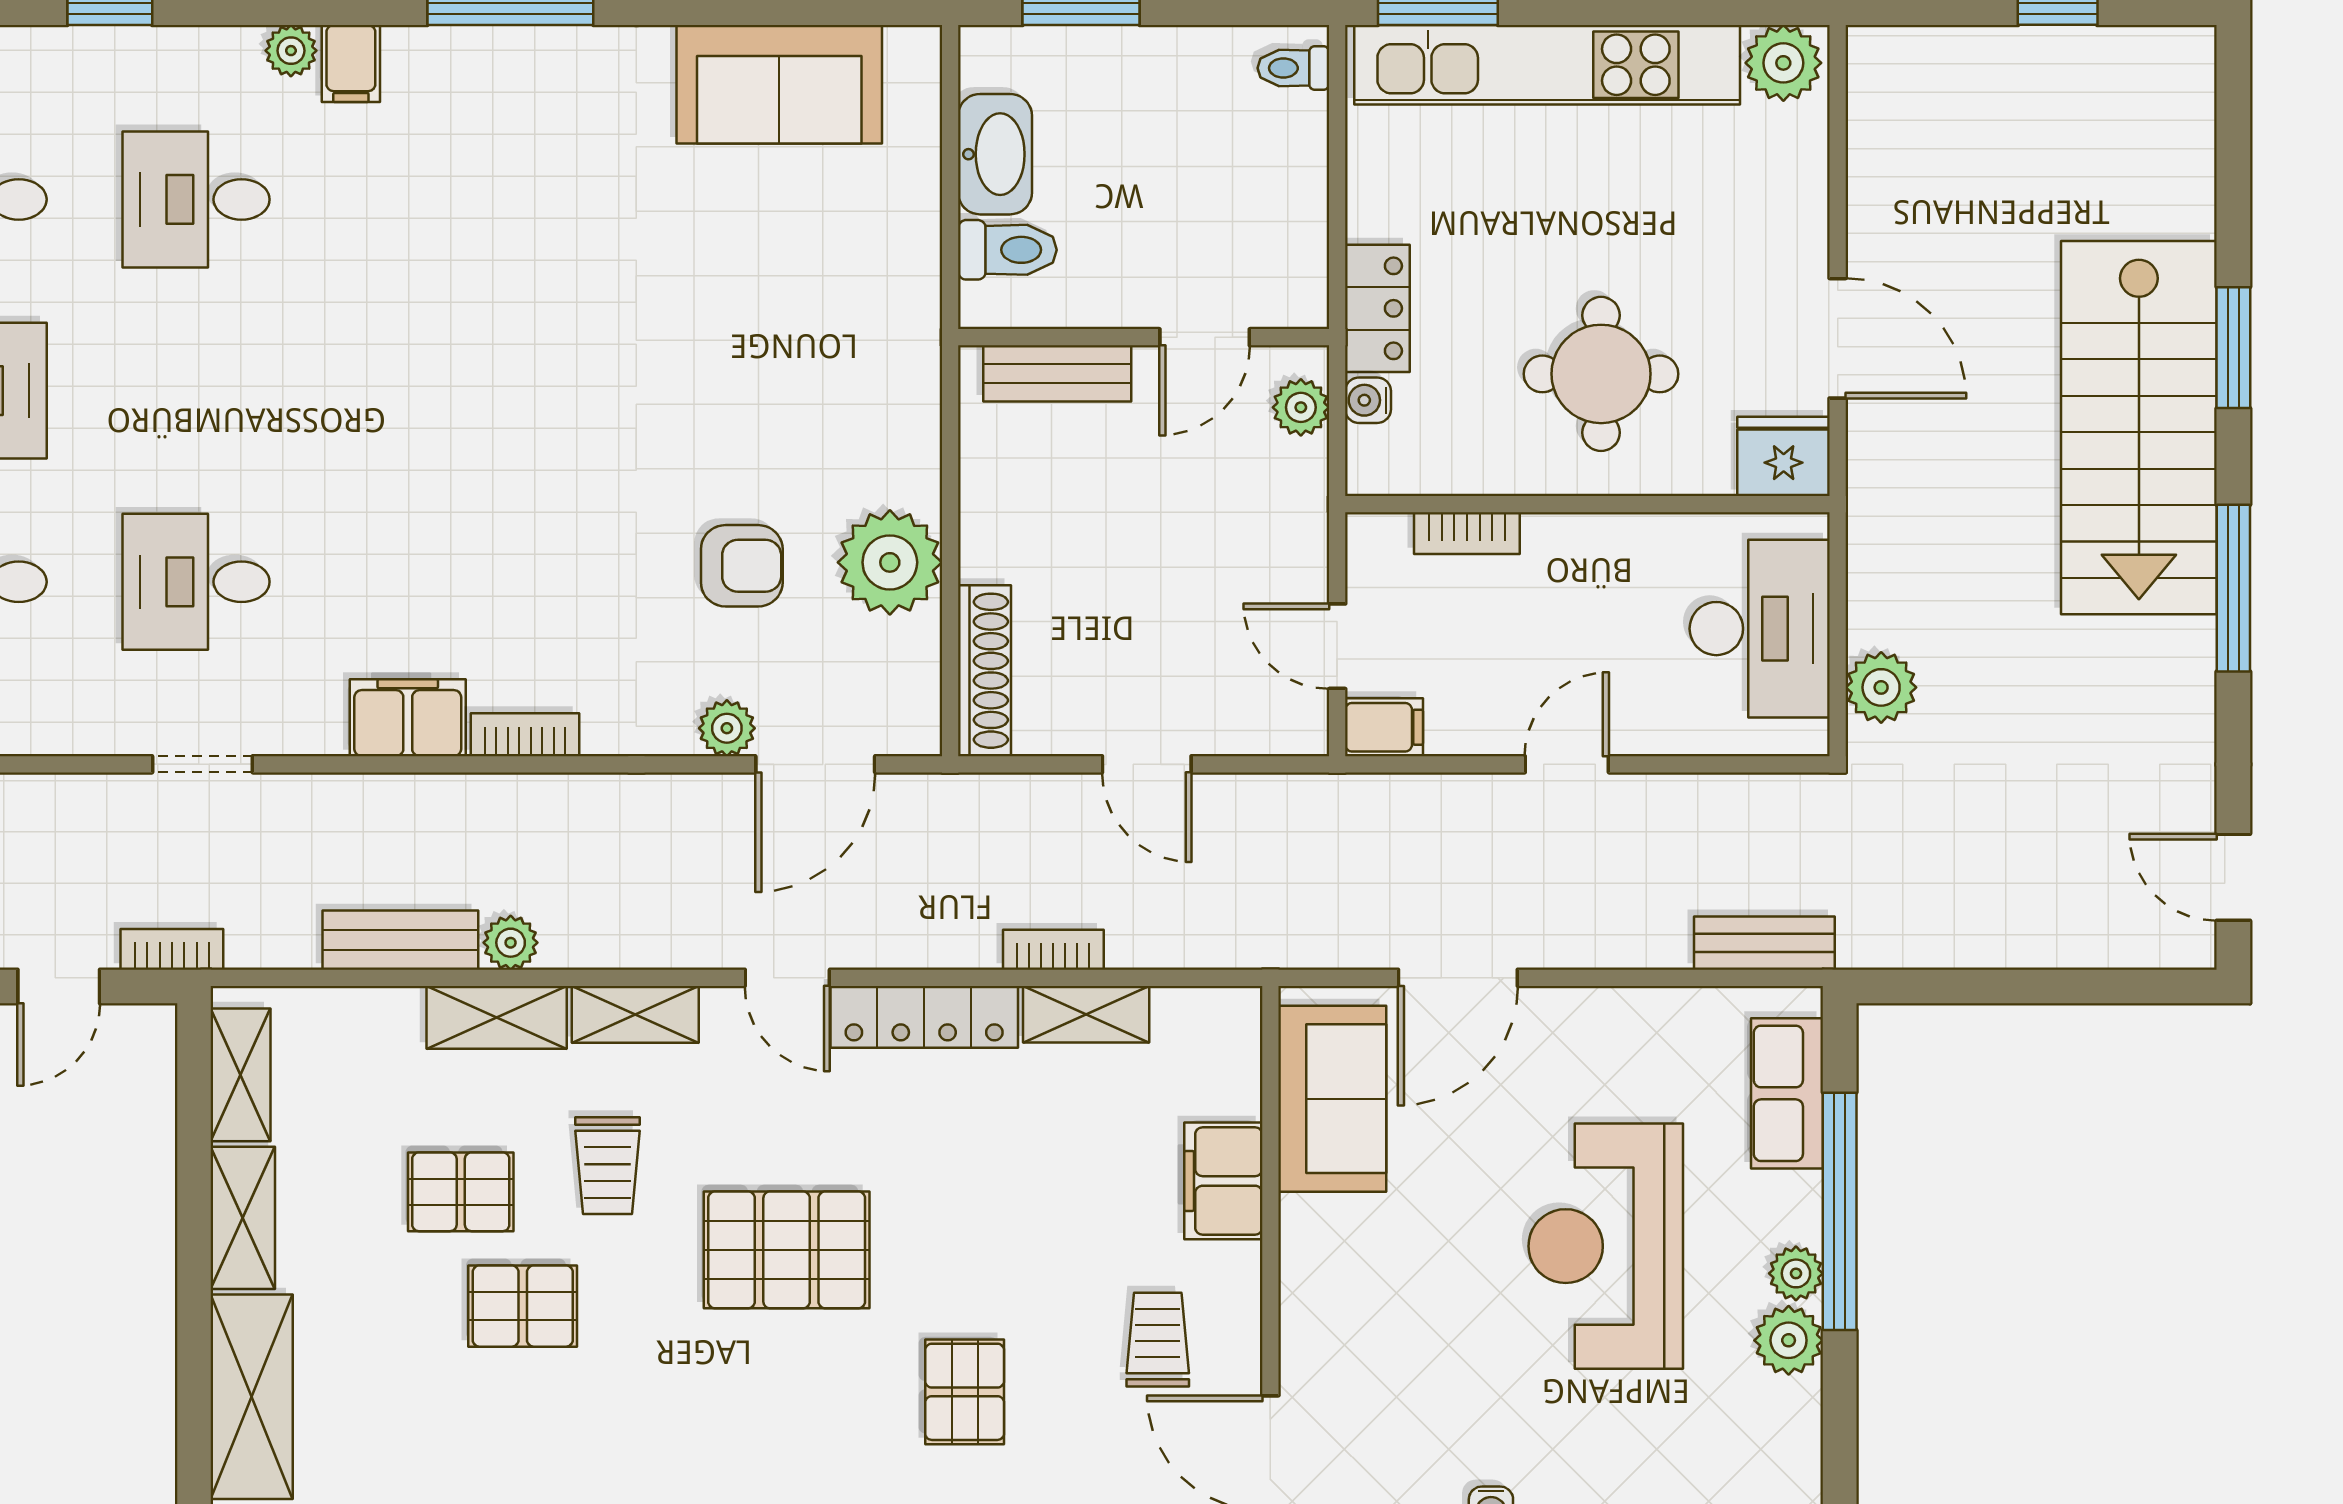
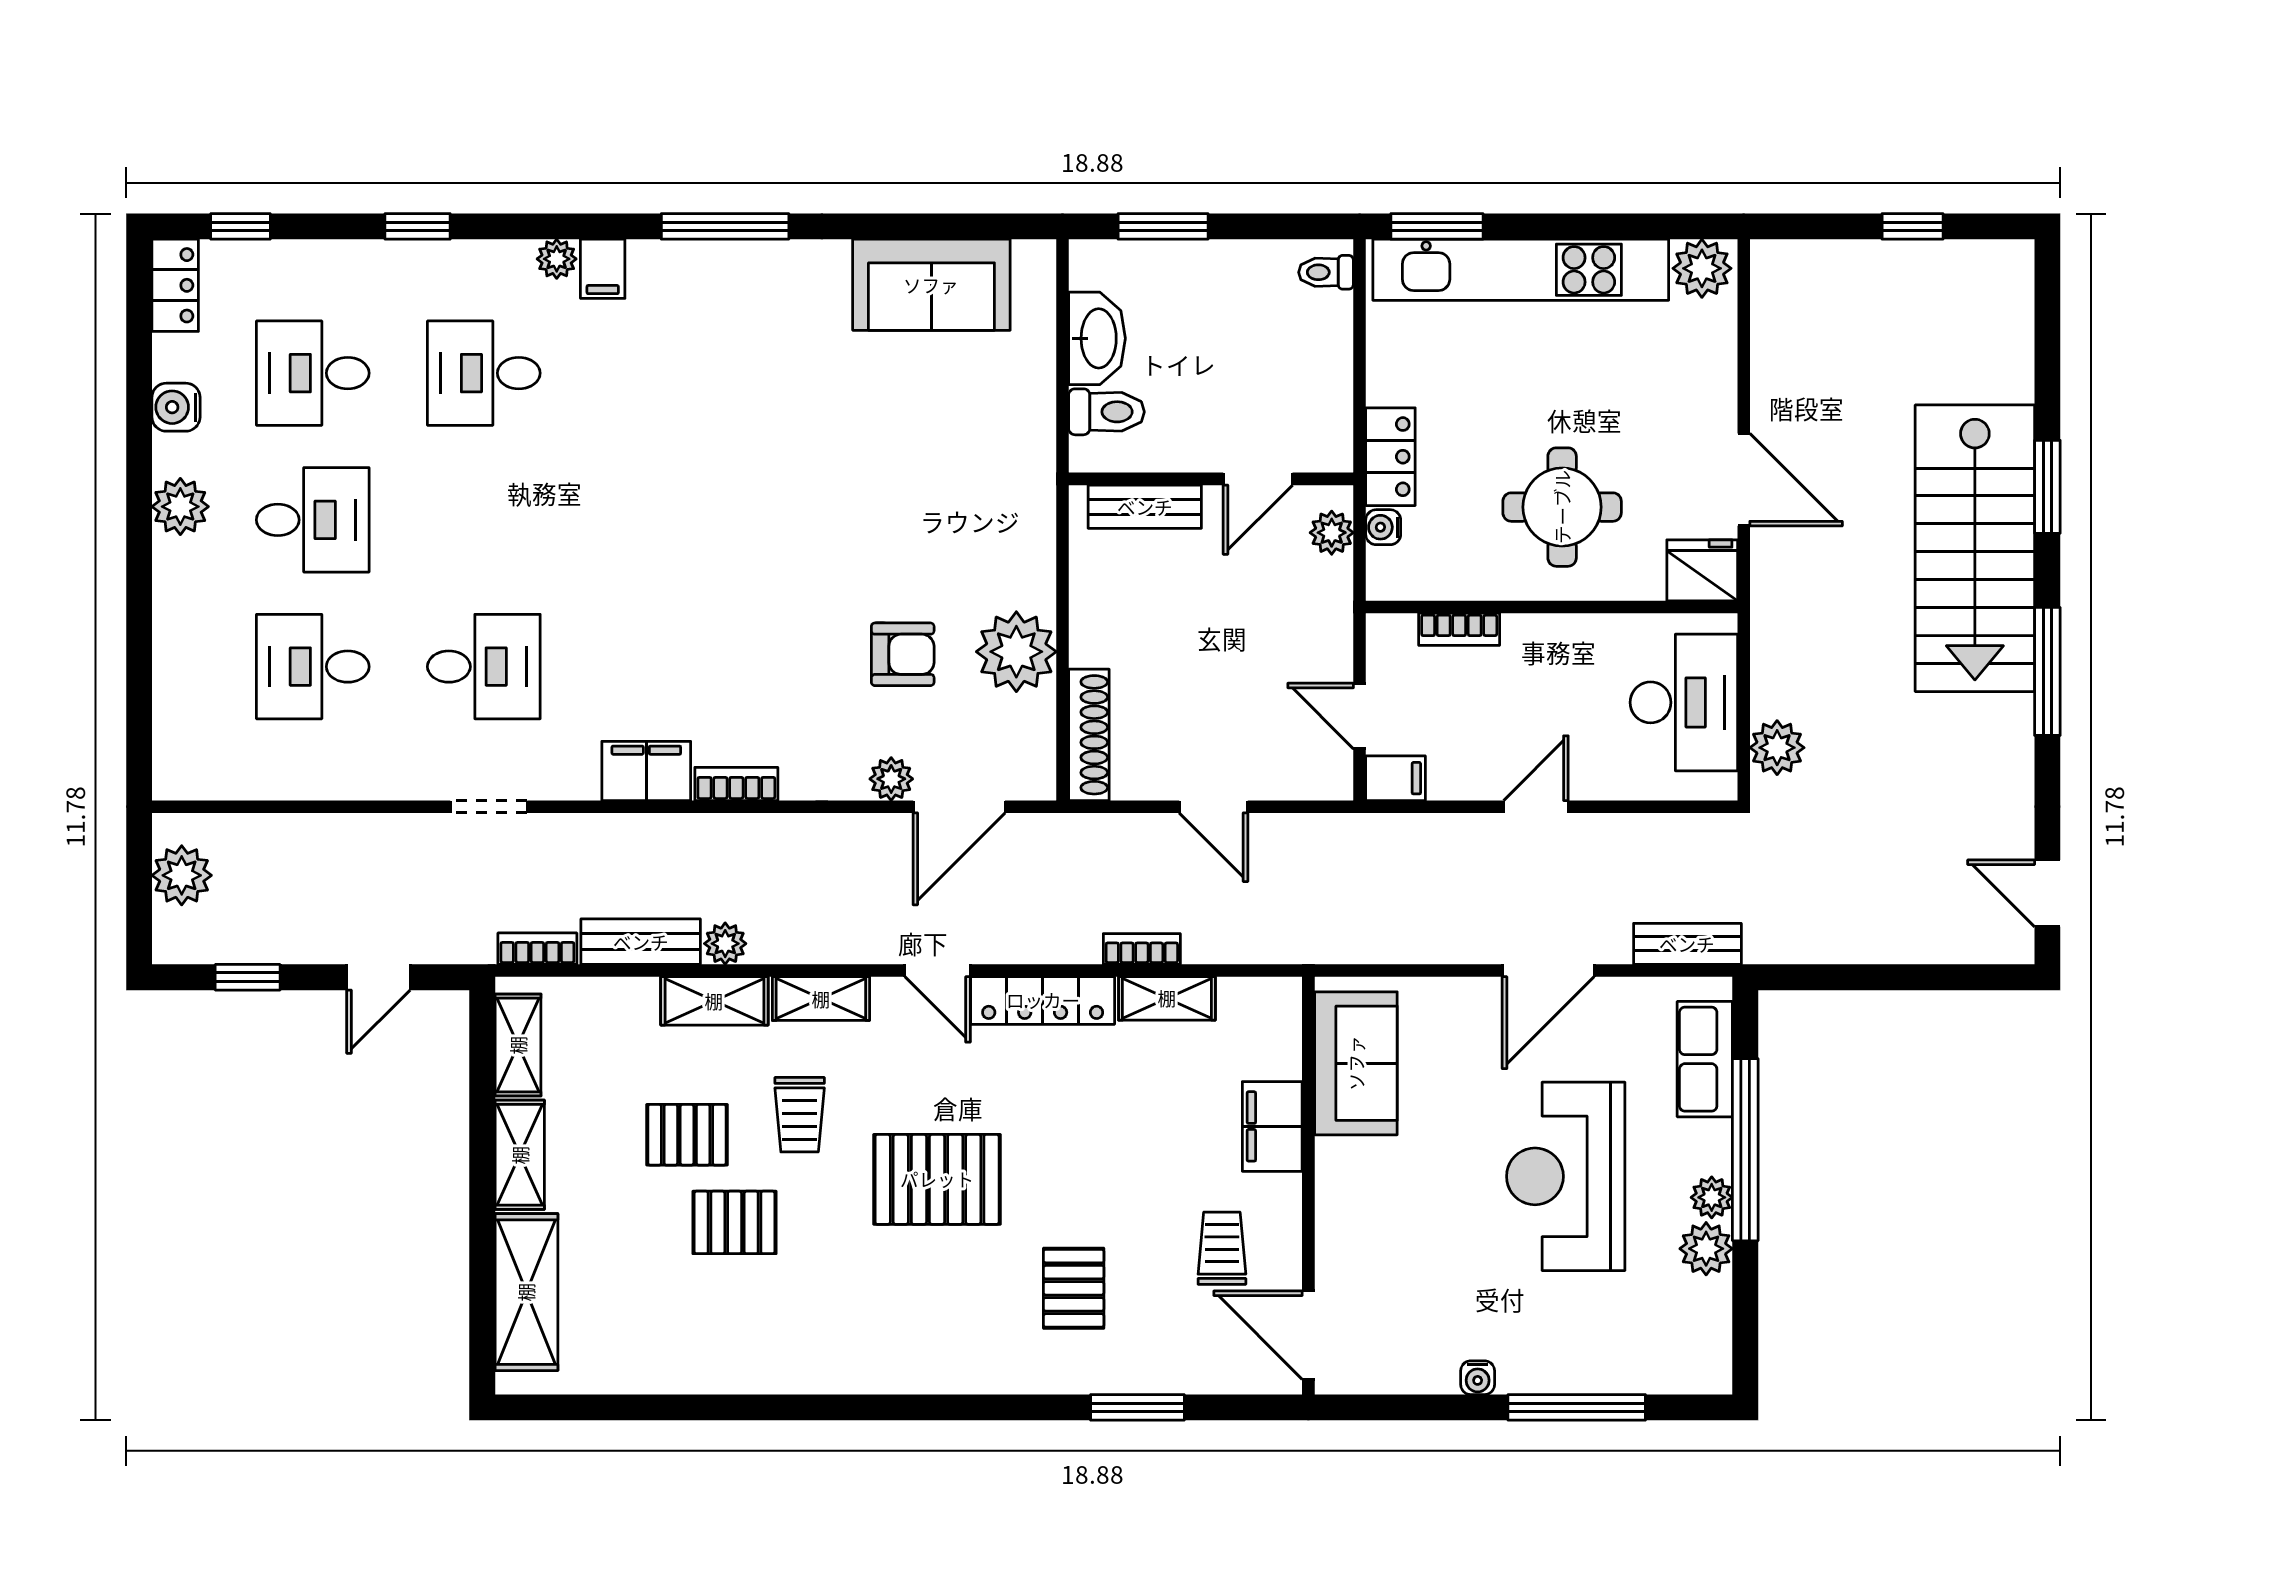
desk: (196, 582) -> (484, 667), turned 180
bookcase: (172, 949) -> (537, 949), moved
door: (1458, 978) -> (1548, 971), moved

